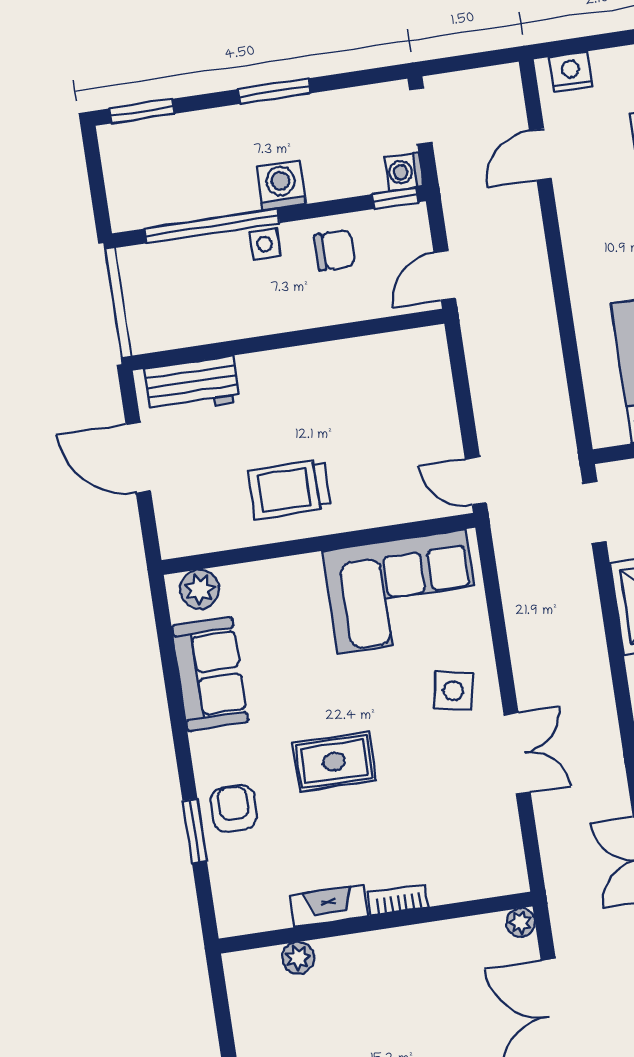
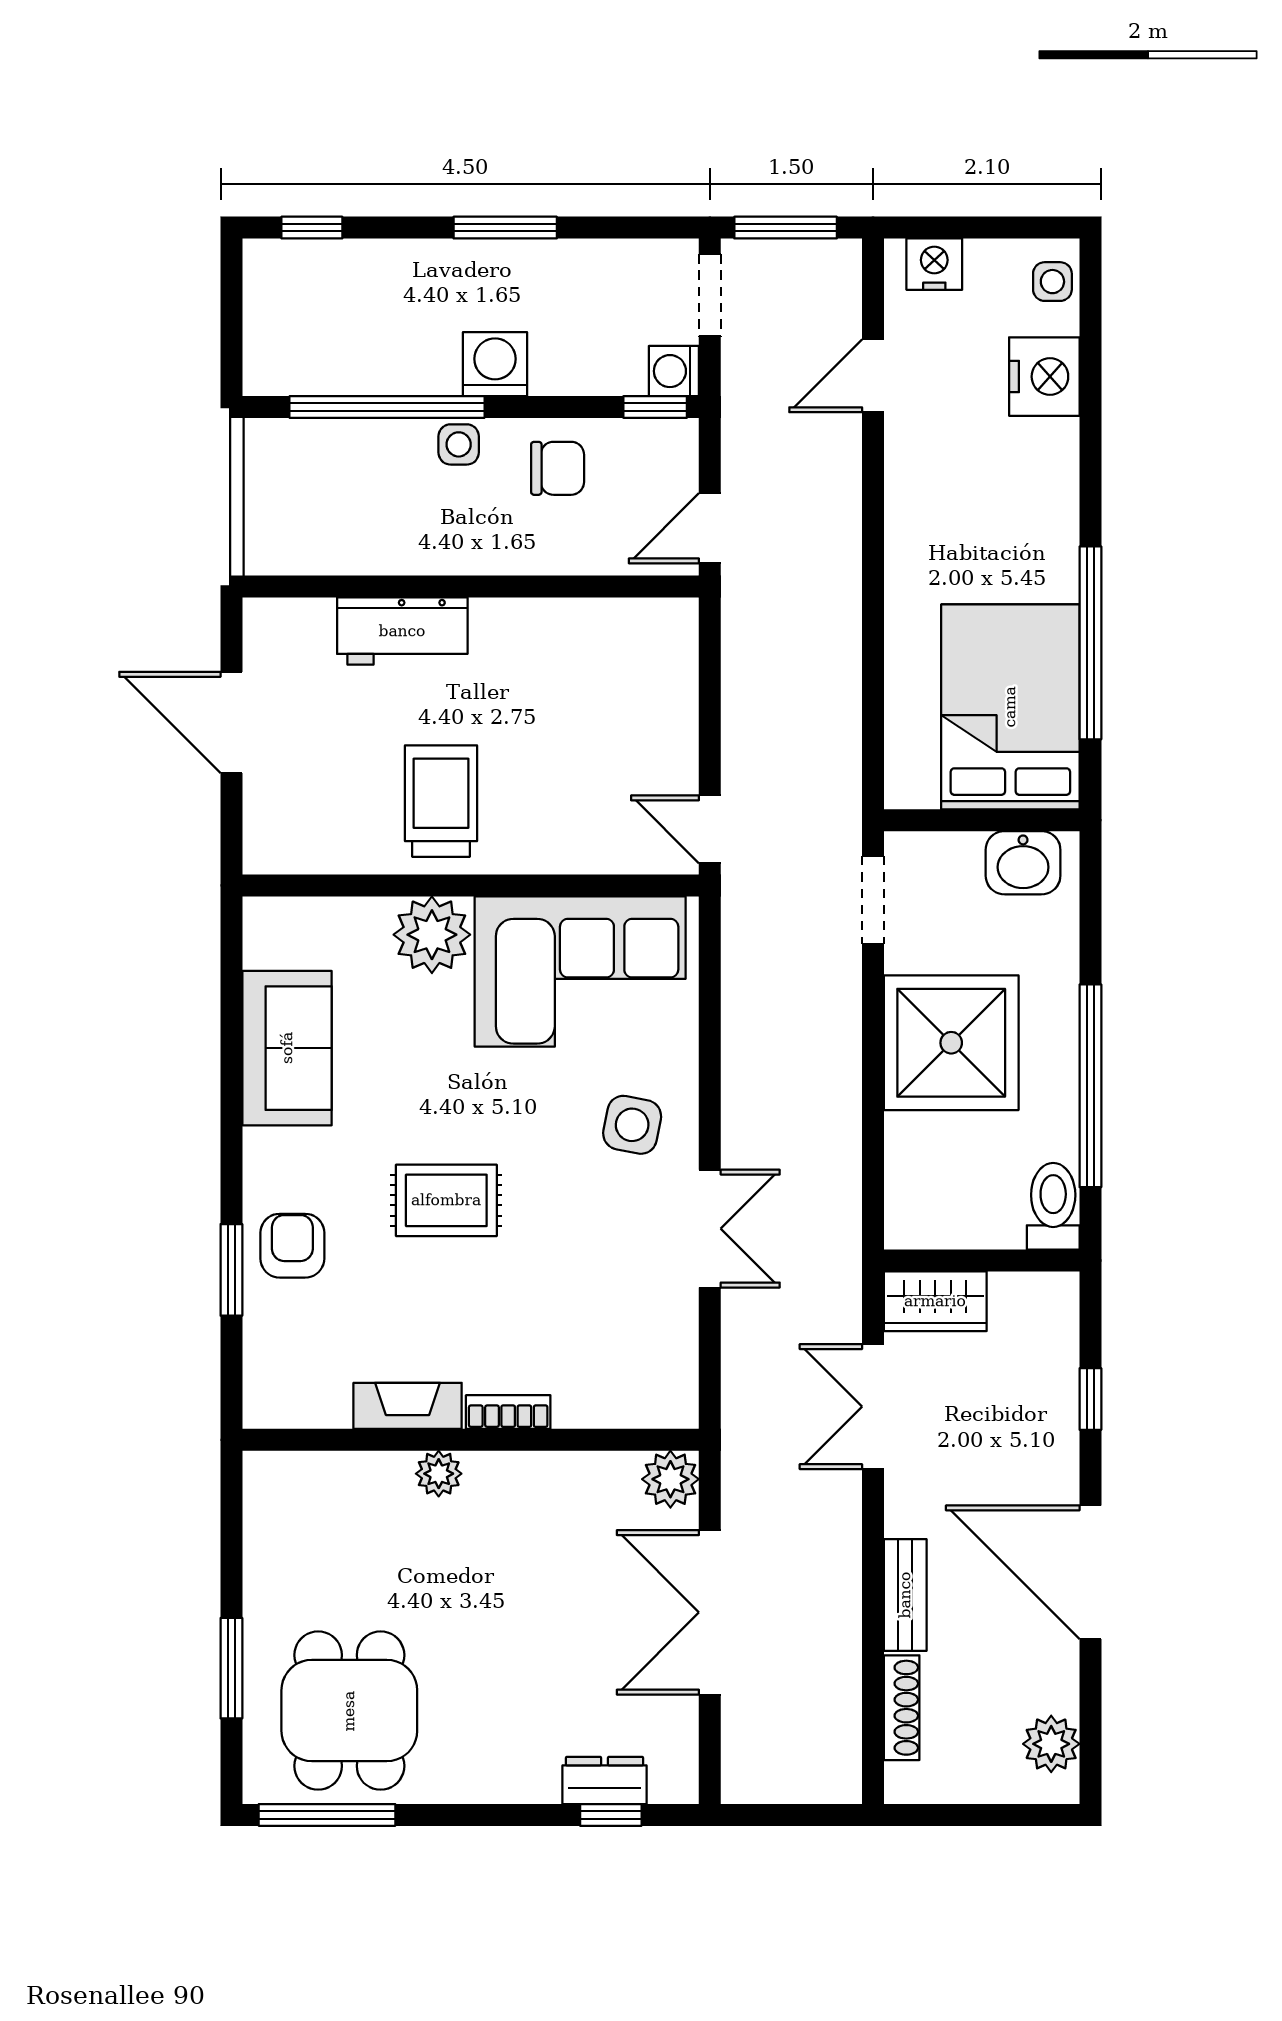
window: (465, 62) -> (786, 228), added
window: (142, 111) -> (312, 228), width x0.67
workbench: (192, 385) -> (402, 631), moved
trolley: (289, 489) -> (441, 801), turned 90
plant: (200, 589) -> (432, 935), moved, width x1.36, depth x1.36
plant: (521, 923) -> (670, 1479), width x1.38, depth x1.38
plant: (298, 958) -> (439, 1474), moved

